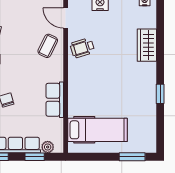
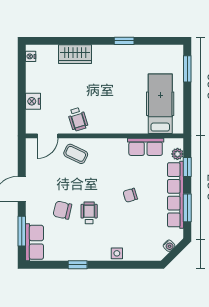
row of seats: (55, 100) -> (146, 147), moved

